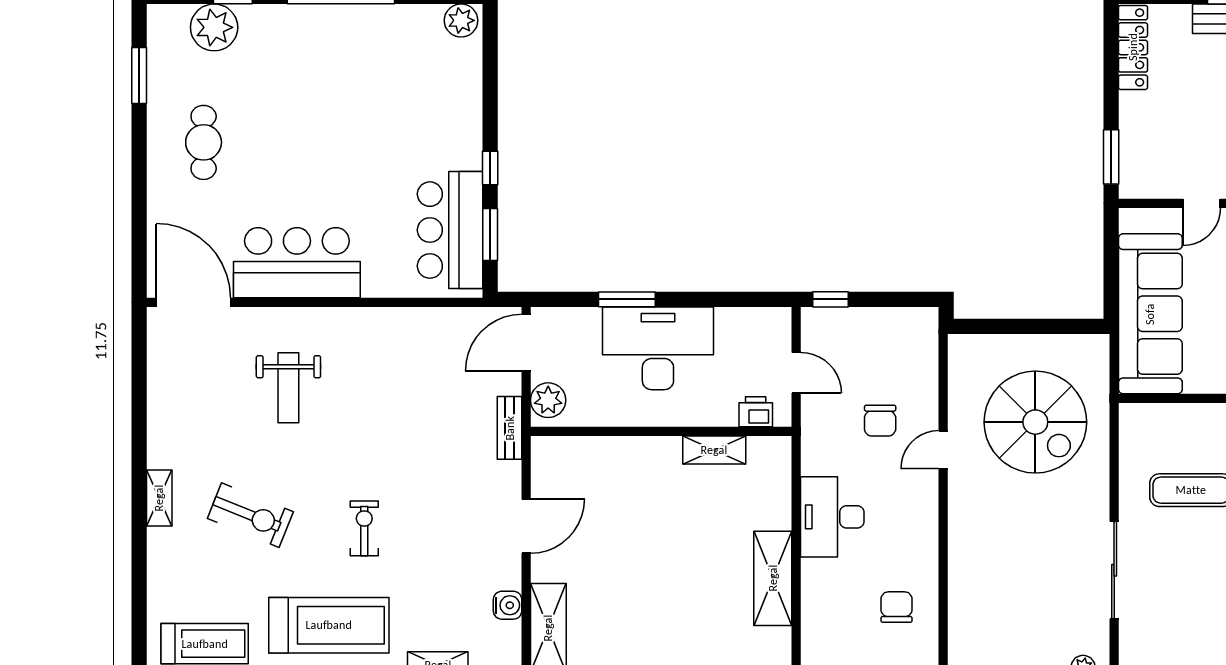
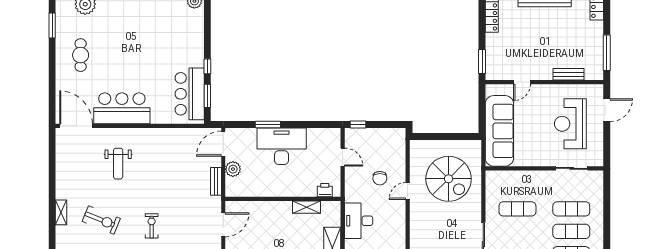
printer: (756, 412) -> (325, 190), moved
wall: (661, 431) -> (283, 199), moved
shelving: (714, 450) -> (306, 207), moved

